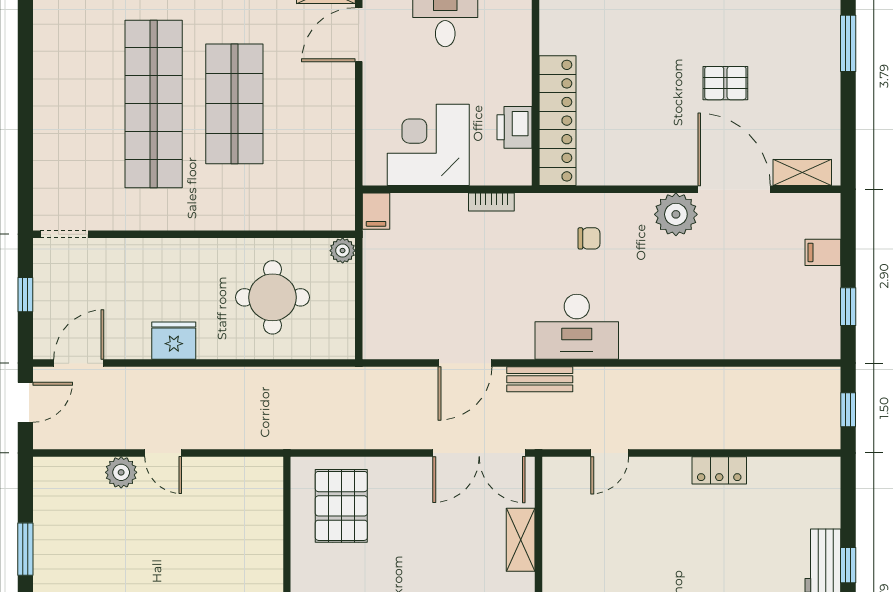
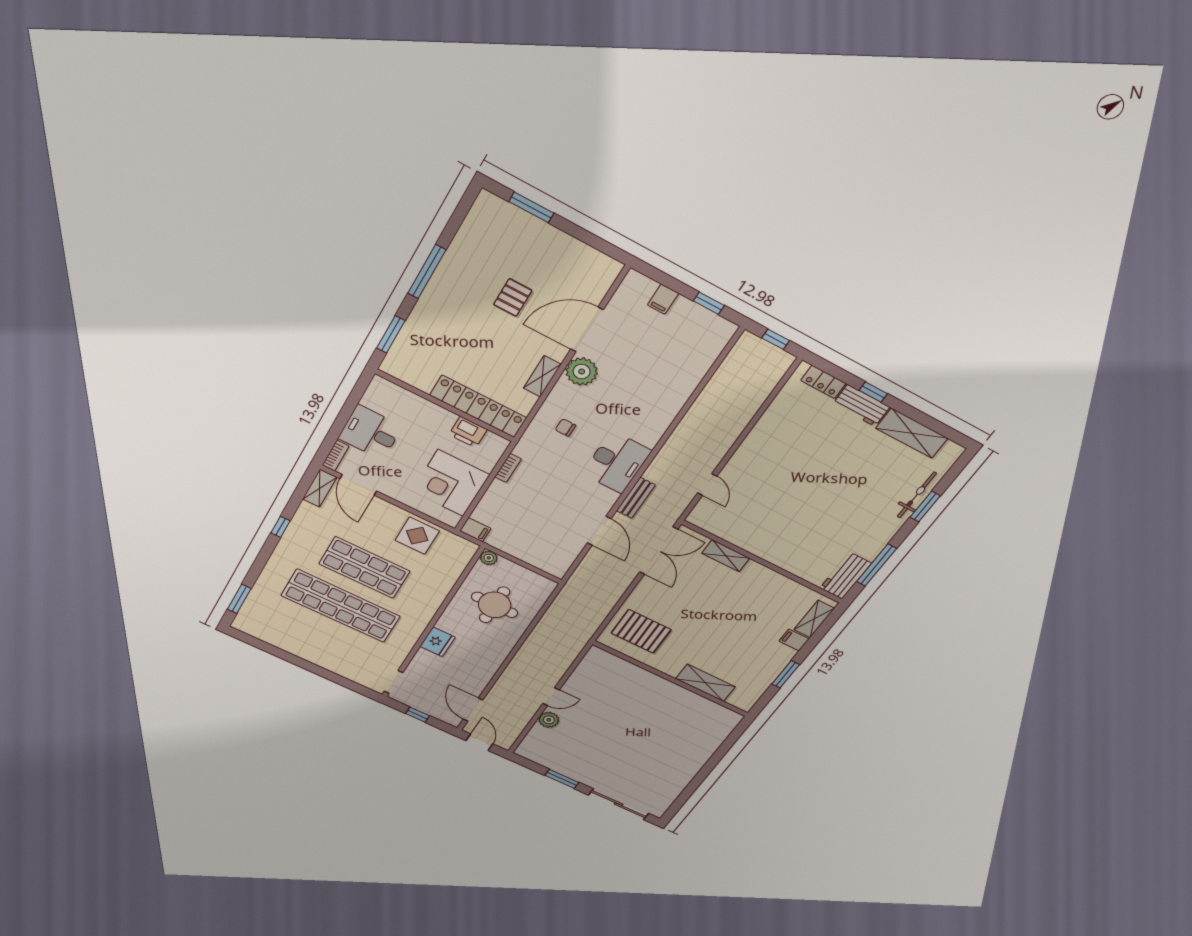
display table: (324, 145) -> (417, 536), added
shelving: (802, 173) -> (542, 376), moved
chair: (589, 238) -> (565, 428), turned -90
fridge: (174, 341) -> (437, 642), moved, turned 180
locker: (719, 470) -> (823, 382), moved, turned 90

